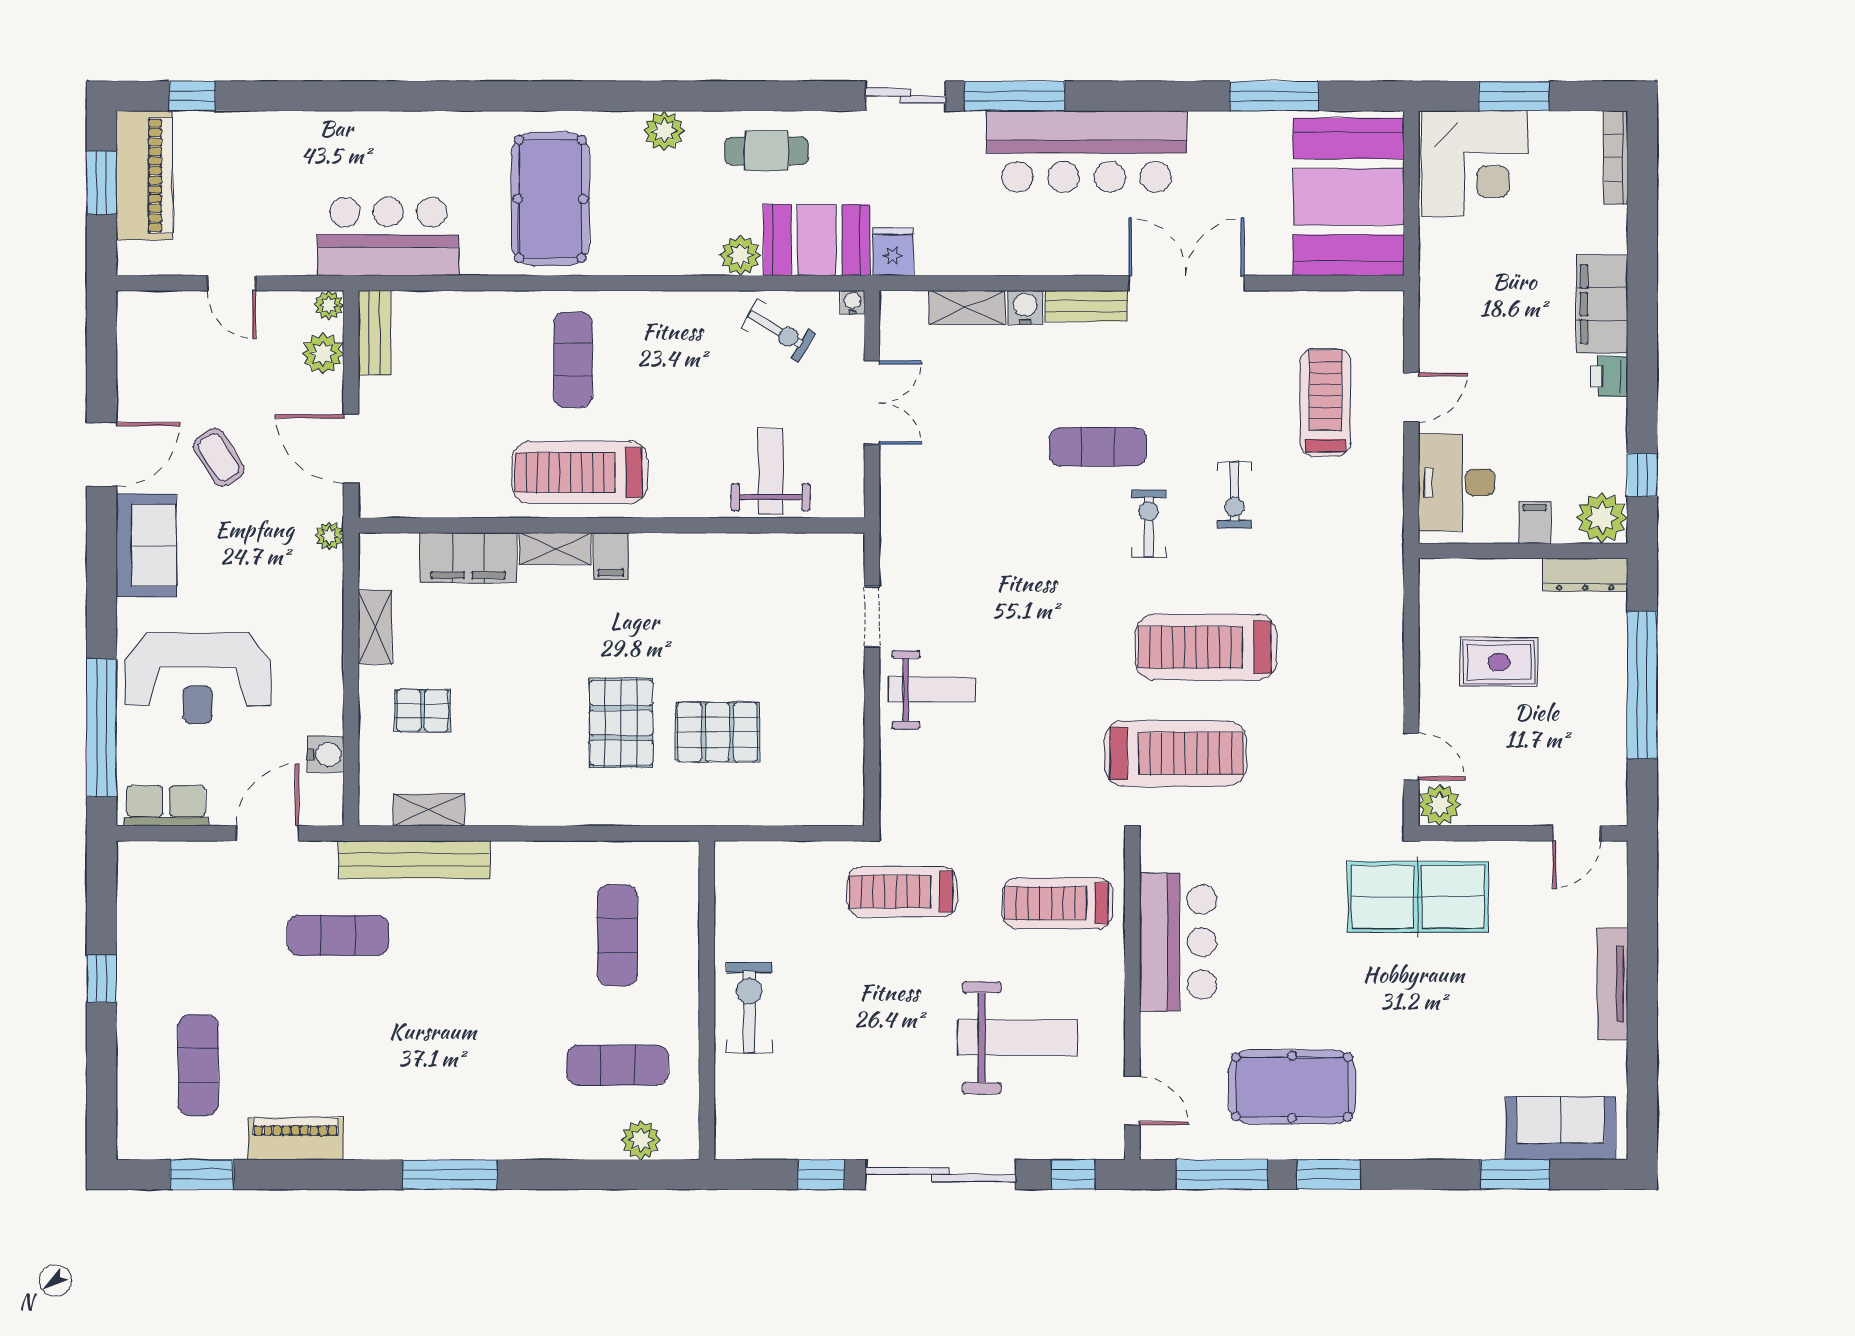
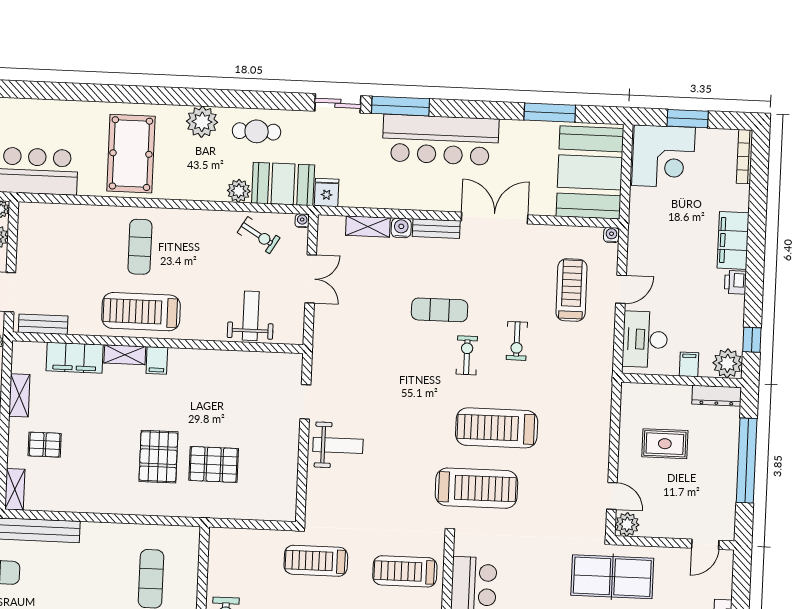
plant: (664, 131) -> (202, 122), width x1.36, depth x1.36
water cooler: (1391, 304) -> (611, 235), added
bench: (374, 333) -> (43, 324), moved, turned 90
shelving: (429, 810) -> (15, 489), moved, turned 90

